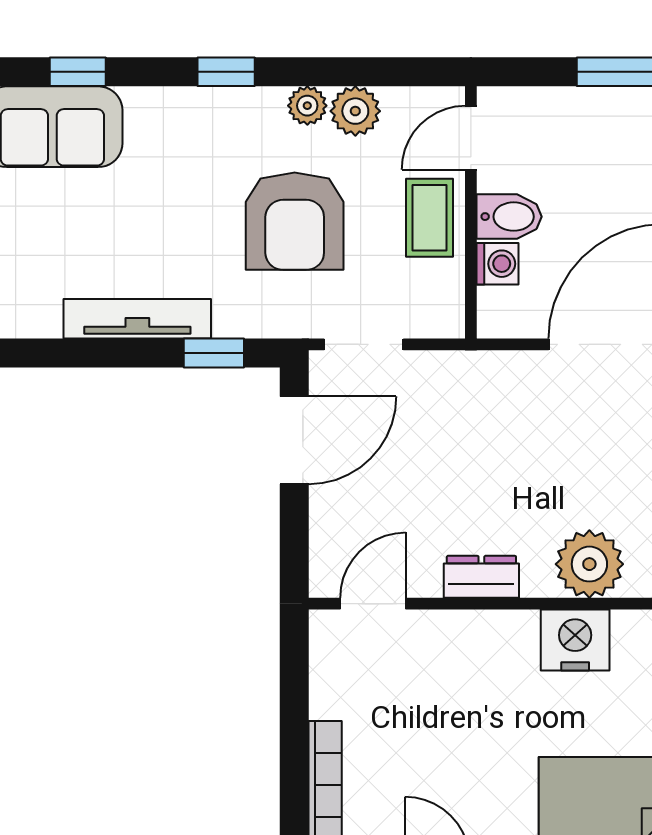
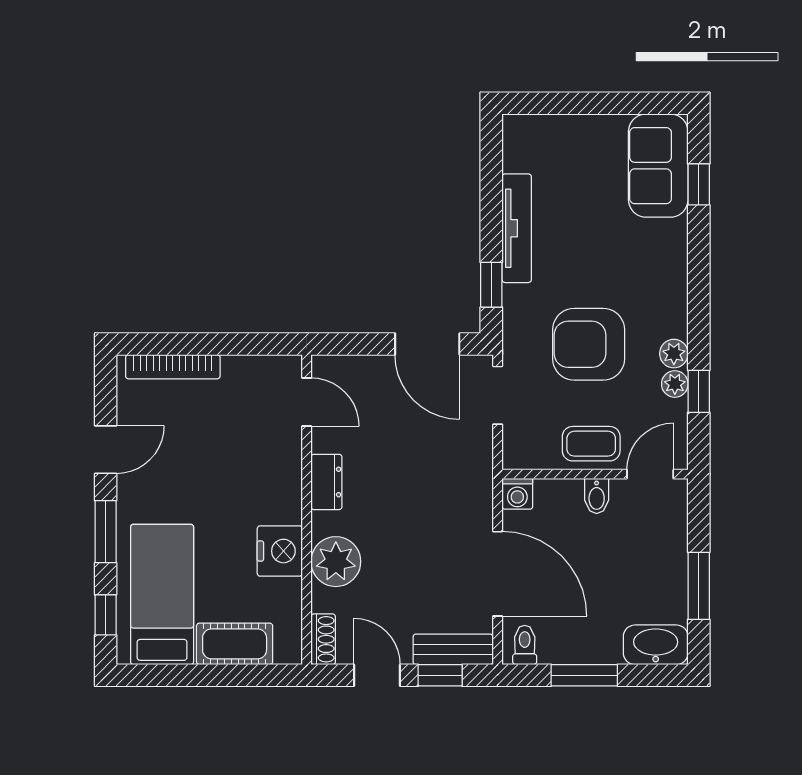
window: (226, 72) -> (699, 391), moved
plant: (355, 111) -> (675, 384), width x0.73, depth x0.73
door: (471, 138) -> (650, 474), hinge flipped
bidet: (509, 217) -> (597, 496), width x0.72, depth x0.74
washing machine: (498, 264) -> (517, 494), moved

